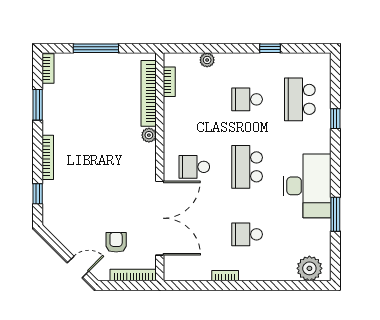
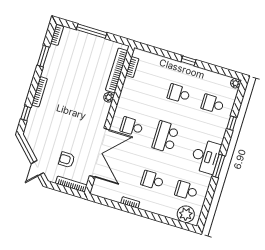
window: (270, 48) -> (189, 61), moved
plant: (207, 60) -> (236, 83), moved
school desk: (300, 99) -> (213, 104), width x0.54
desk: (307, 186) -> (205, 156), width x0.73, depth x0.77
window: (335, 214) -> (219, 166), moved
school desk: (300, 234) -> (186, 190), added
armchair: (116, 242) -> (67, 160), turned -90
door: (78, 267) -> (37, 168), swing flipped

